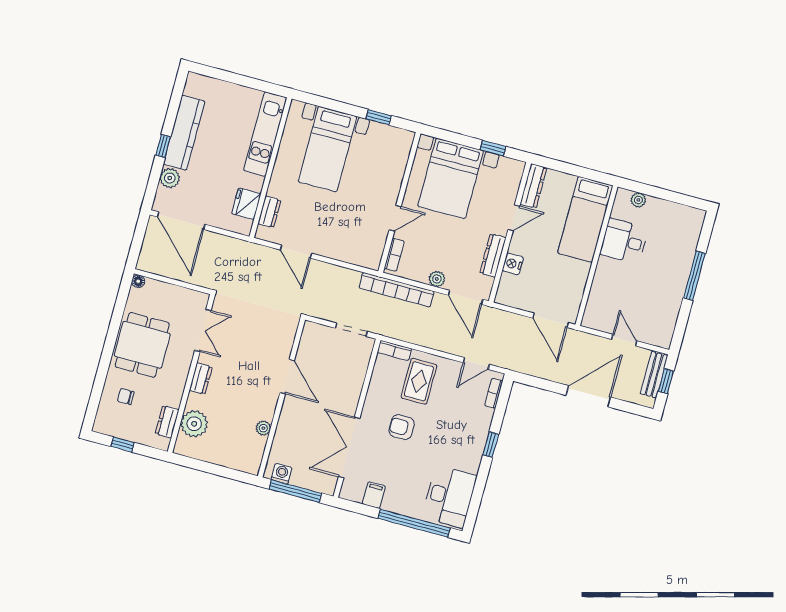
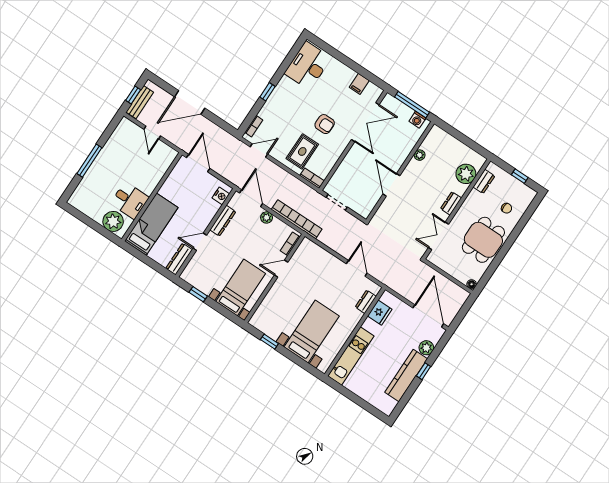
bed with nightstands: (451, 178) -> (241, 287), width x0.73
plant: (638, 200) -> (113, 221), width x1.87, depth x1.87
nightstand: (513, 264) -> (221, 196), moved
window: (414, 523) -> (338, 55), removed

